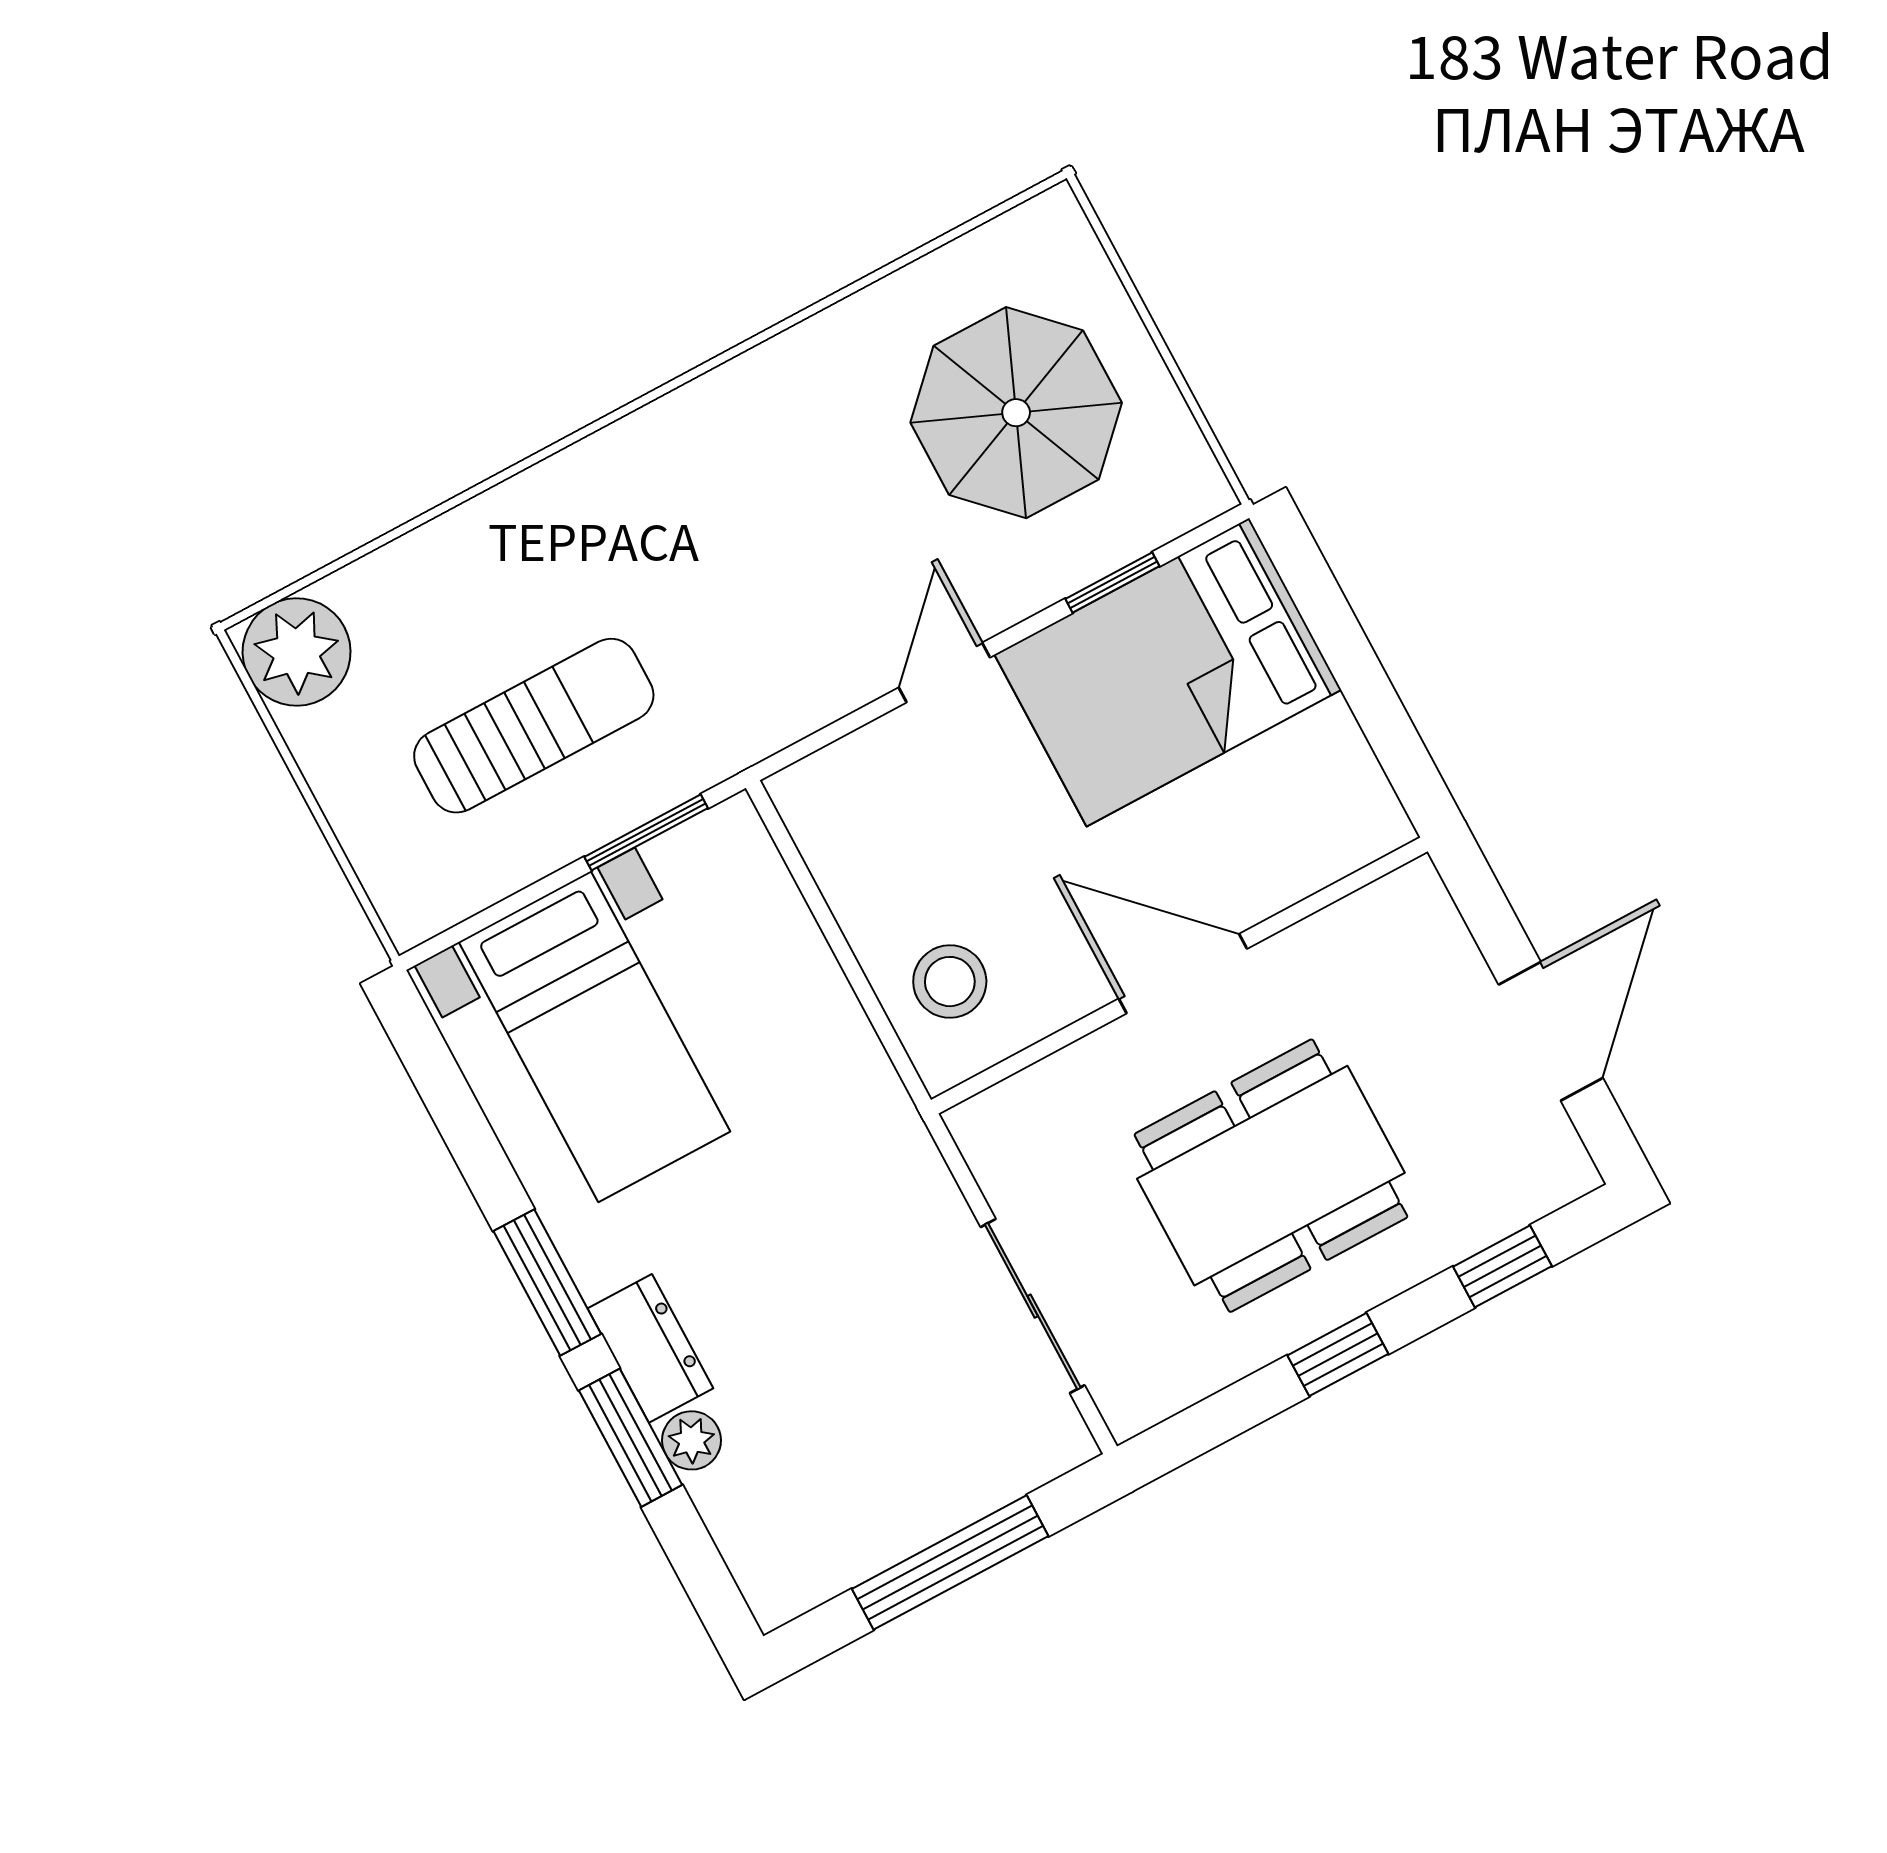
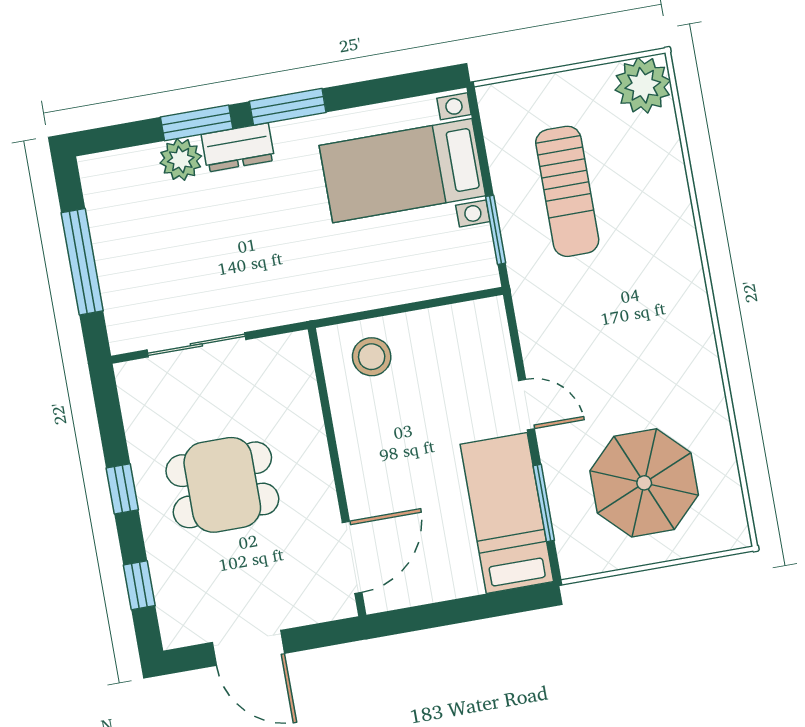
window: (1112, 582) -> (544, 503), width x1.50
bed: (1168, 672) -> (507, 513), width x0.67
door: (1183, 974) -> (352, 557), moved
dining table: (1271, 1176) -> (222, 485), width x0.73
plant: (691, 1440) -> (181, 160), width x1.38, depth x1.38

